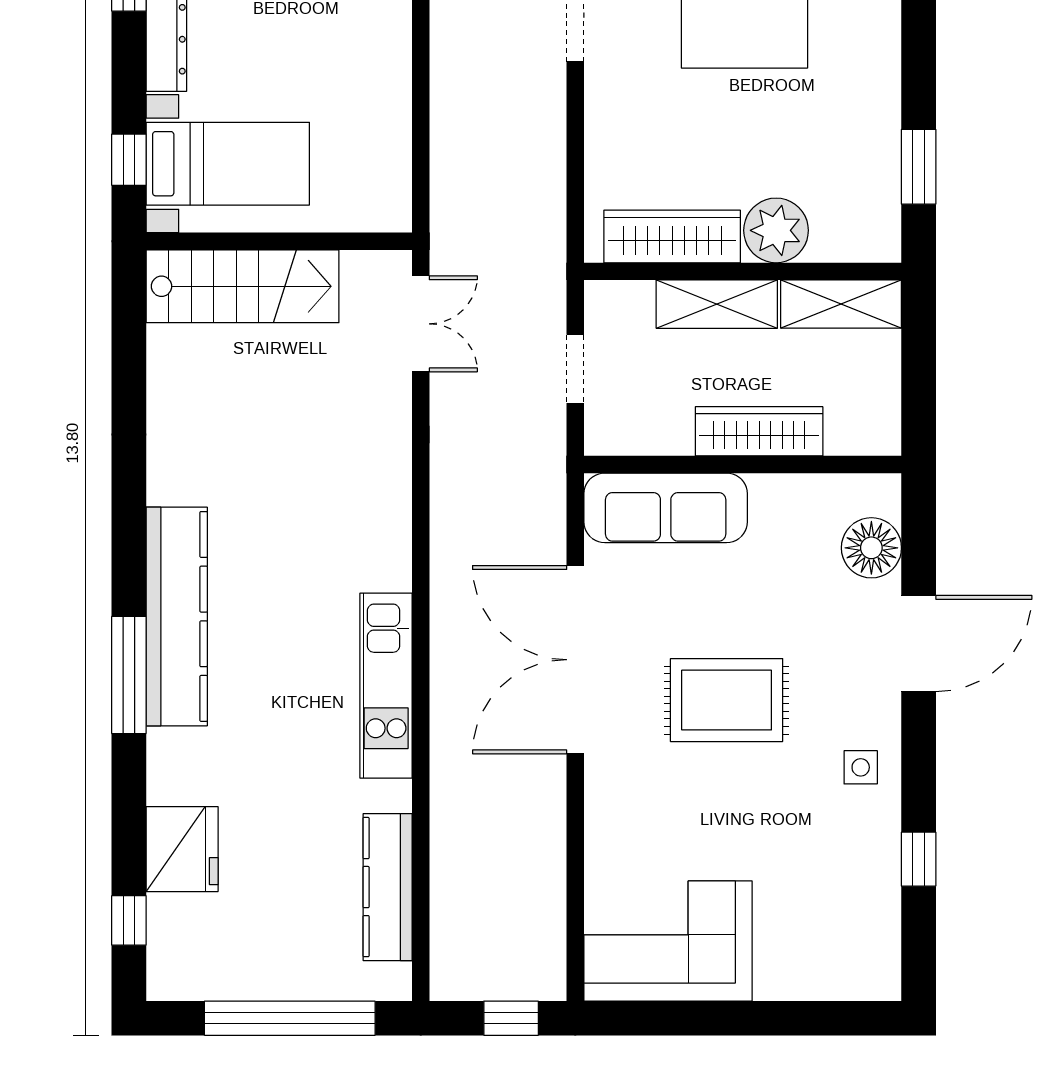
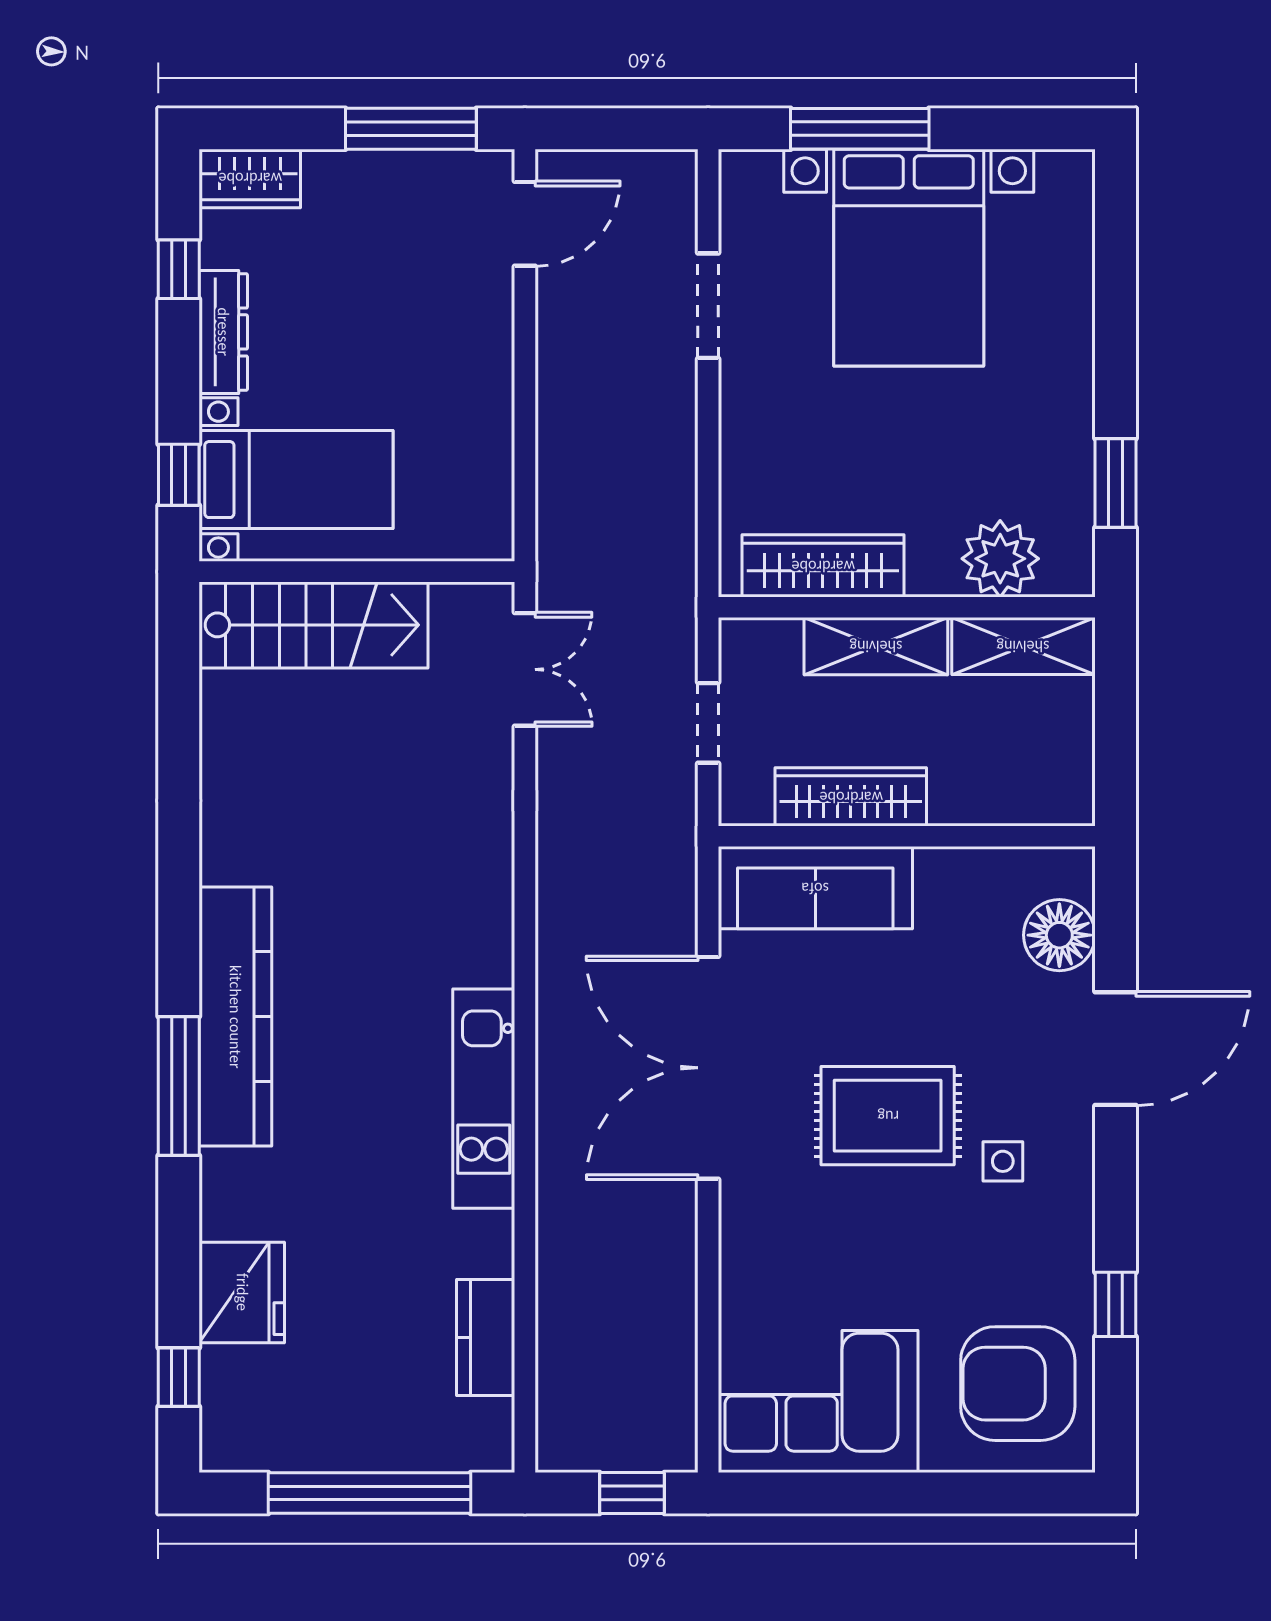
plant: (776, 230) -> (1000, 559), moved
wardrobe: (759, 431) -> (851, 797), moved
side table: (861, 767) -> (1003, 1161), moved
kitchen counter: (388, 887) -> (486, 1338), width x0.67
armchair: (836, 926) -> (1018, 1384), added

